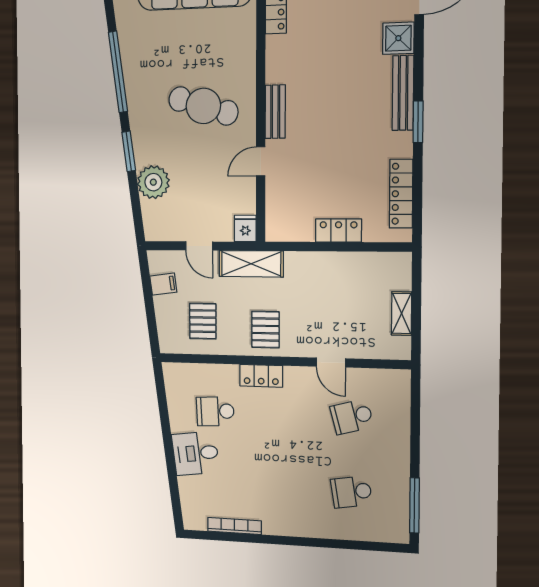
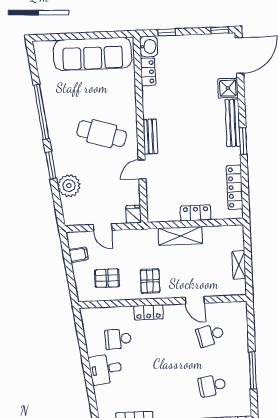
shelving: (251, 264) -> (180, 236), moved
pallet: (203, 321) -> (107, 278), turned 90
window: (414, 505) -> (253, 370), moved

